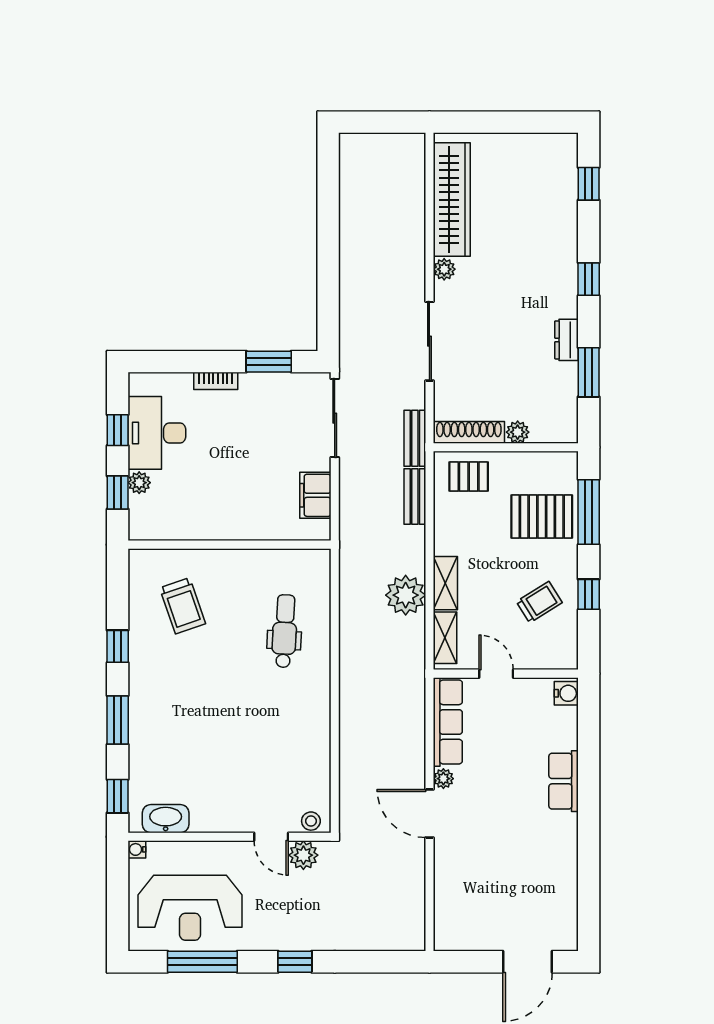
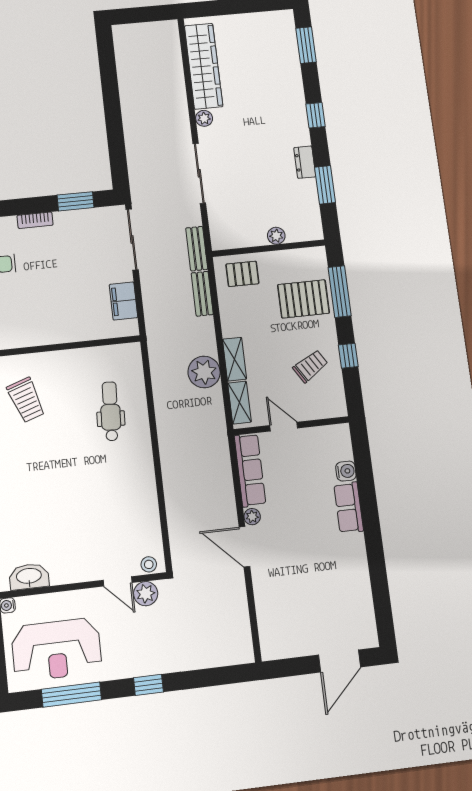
window: (589, 184) -> (306, 45), width x1.50
shoe rack: (469, 432) -> (238, 240), removed
water cooler: (566, 693) -> (346, 471), moved

